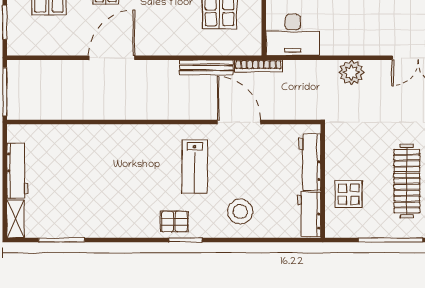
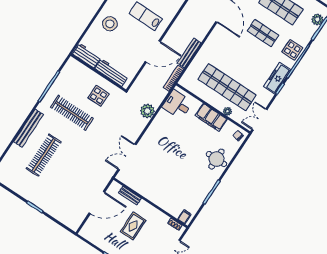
desk: (293, 35) -> (177, 104), width x0.73
plant: (351, 72) -> (147, 111), moved
display table: (349, 194) -> (98, 96), moved

